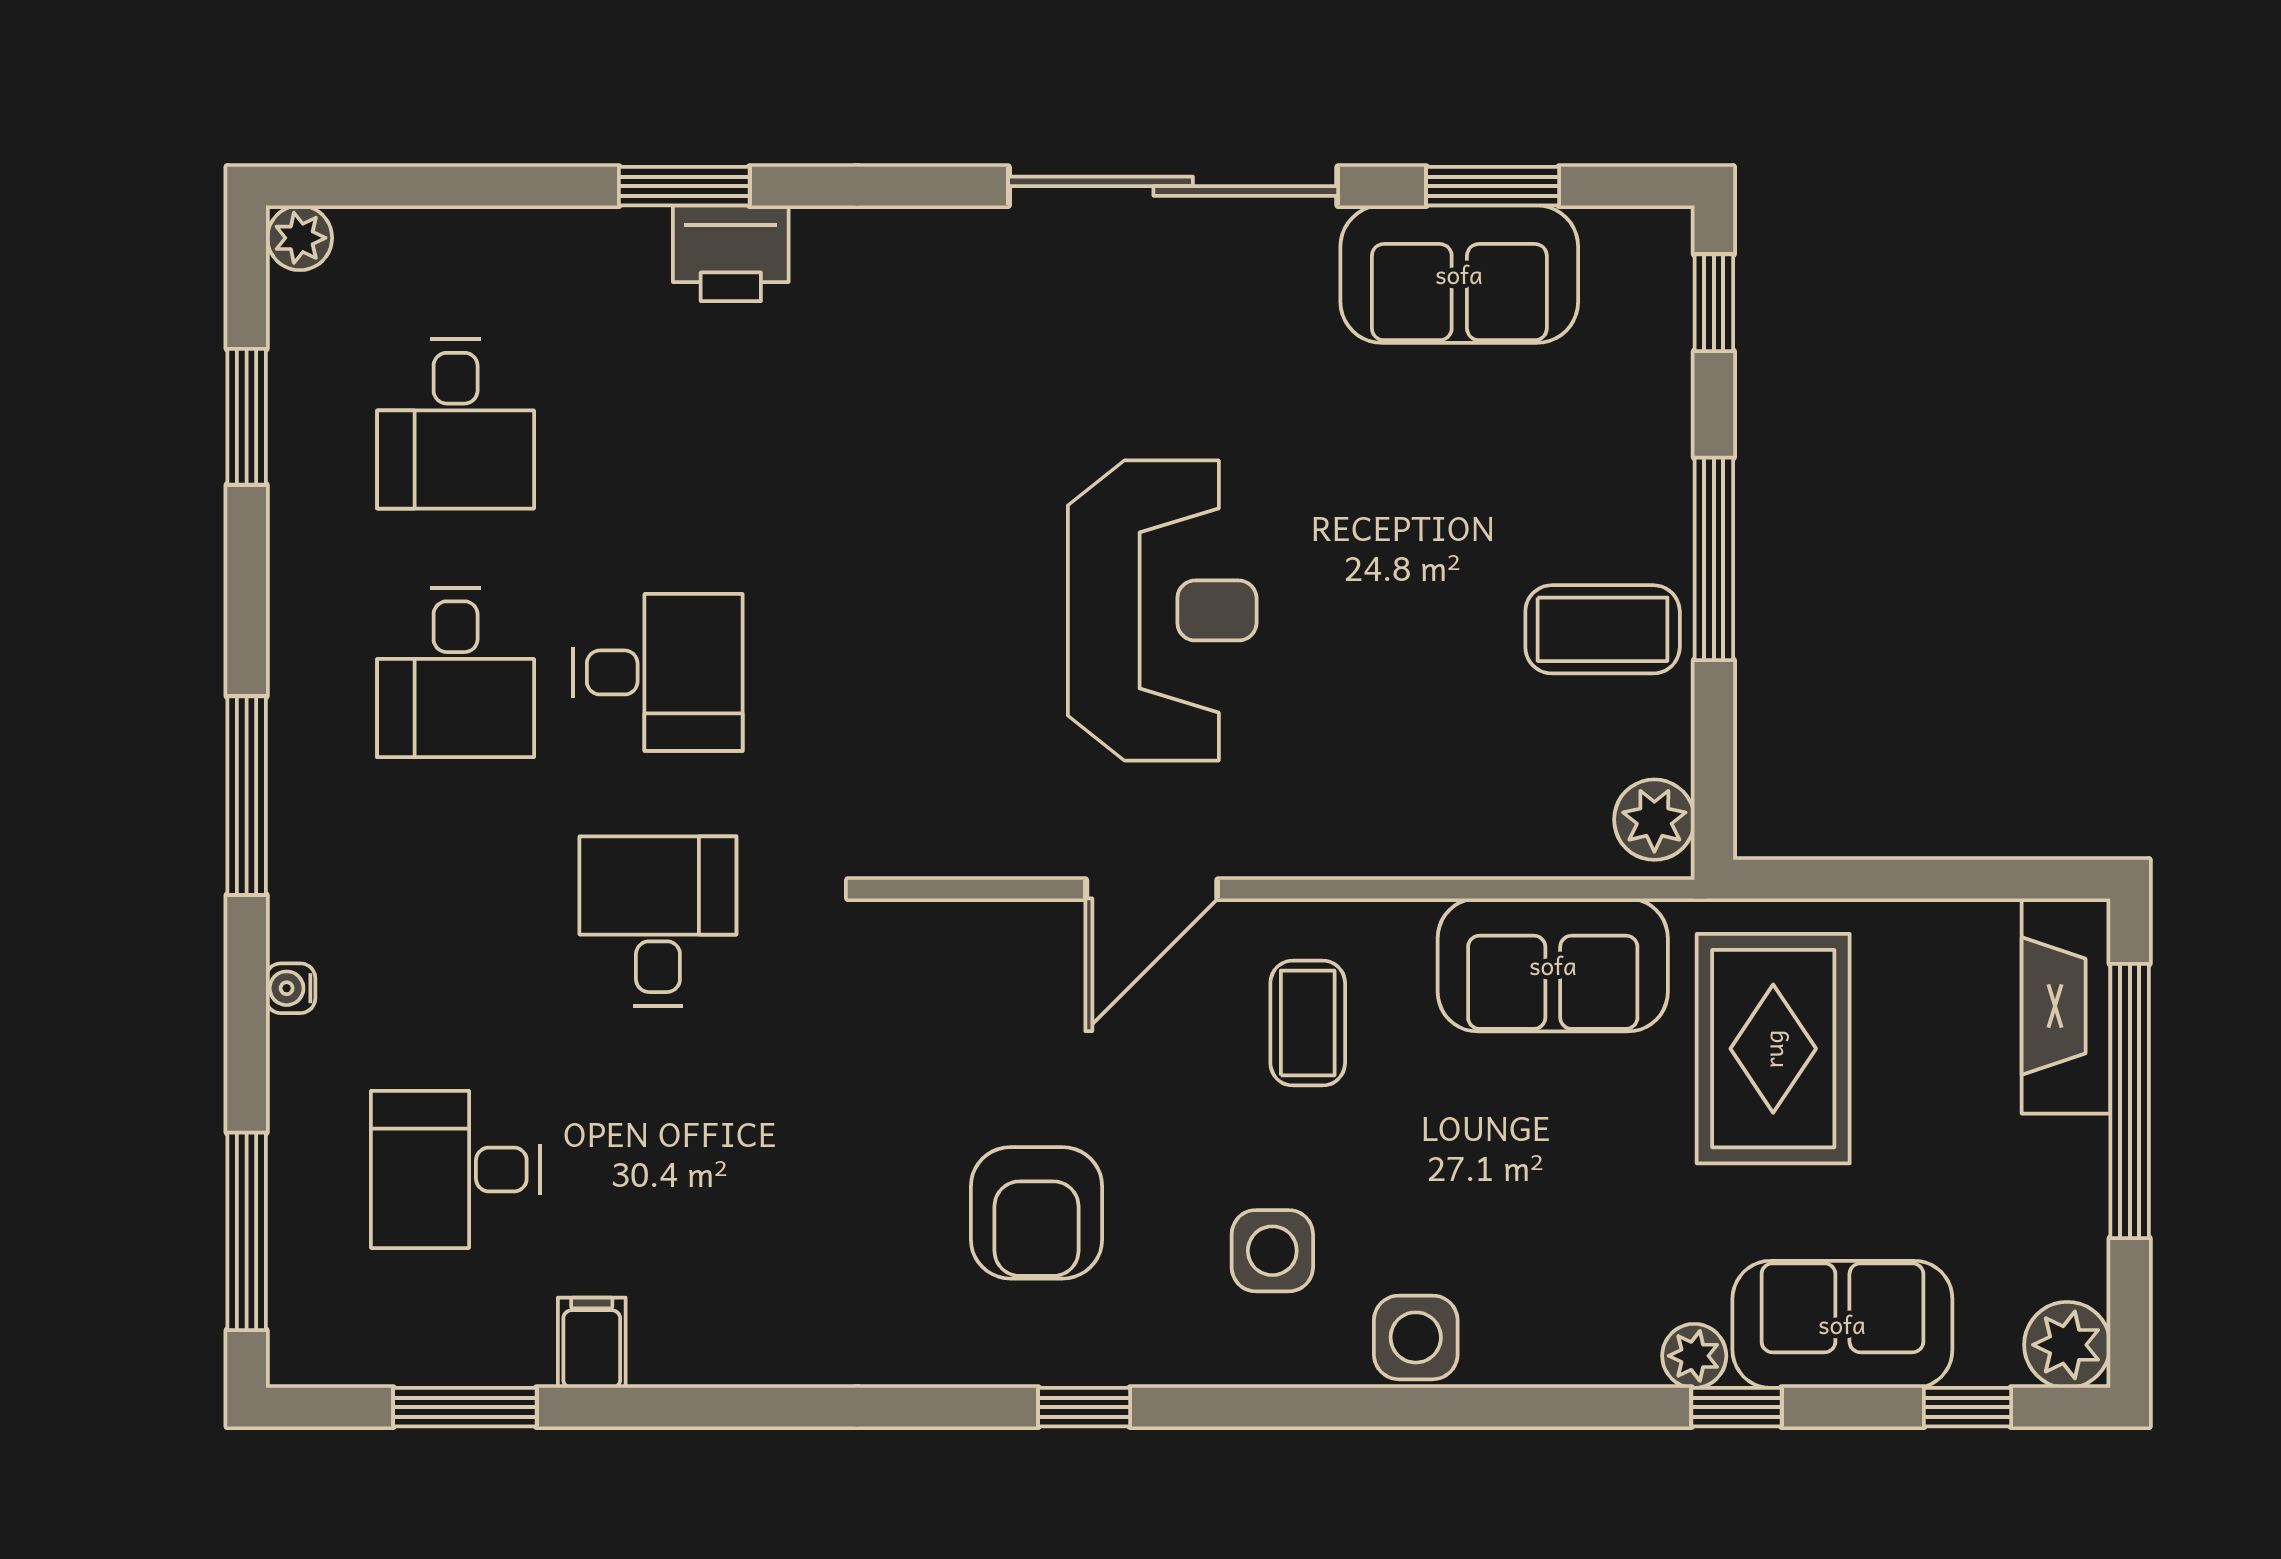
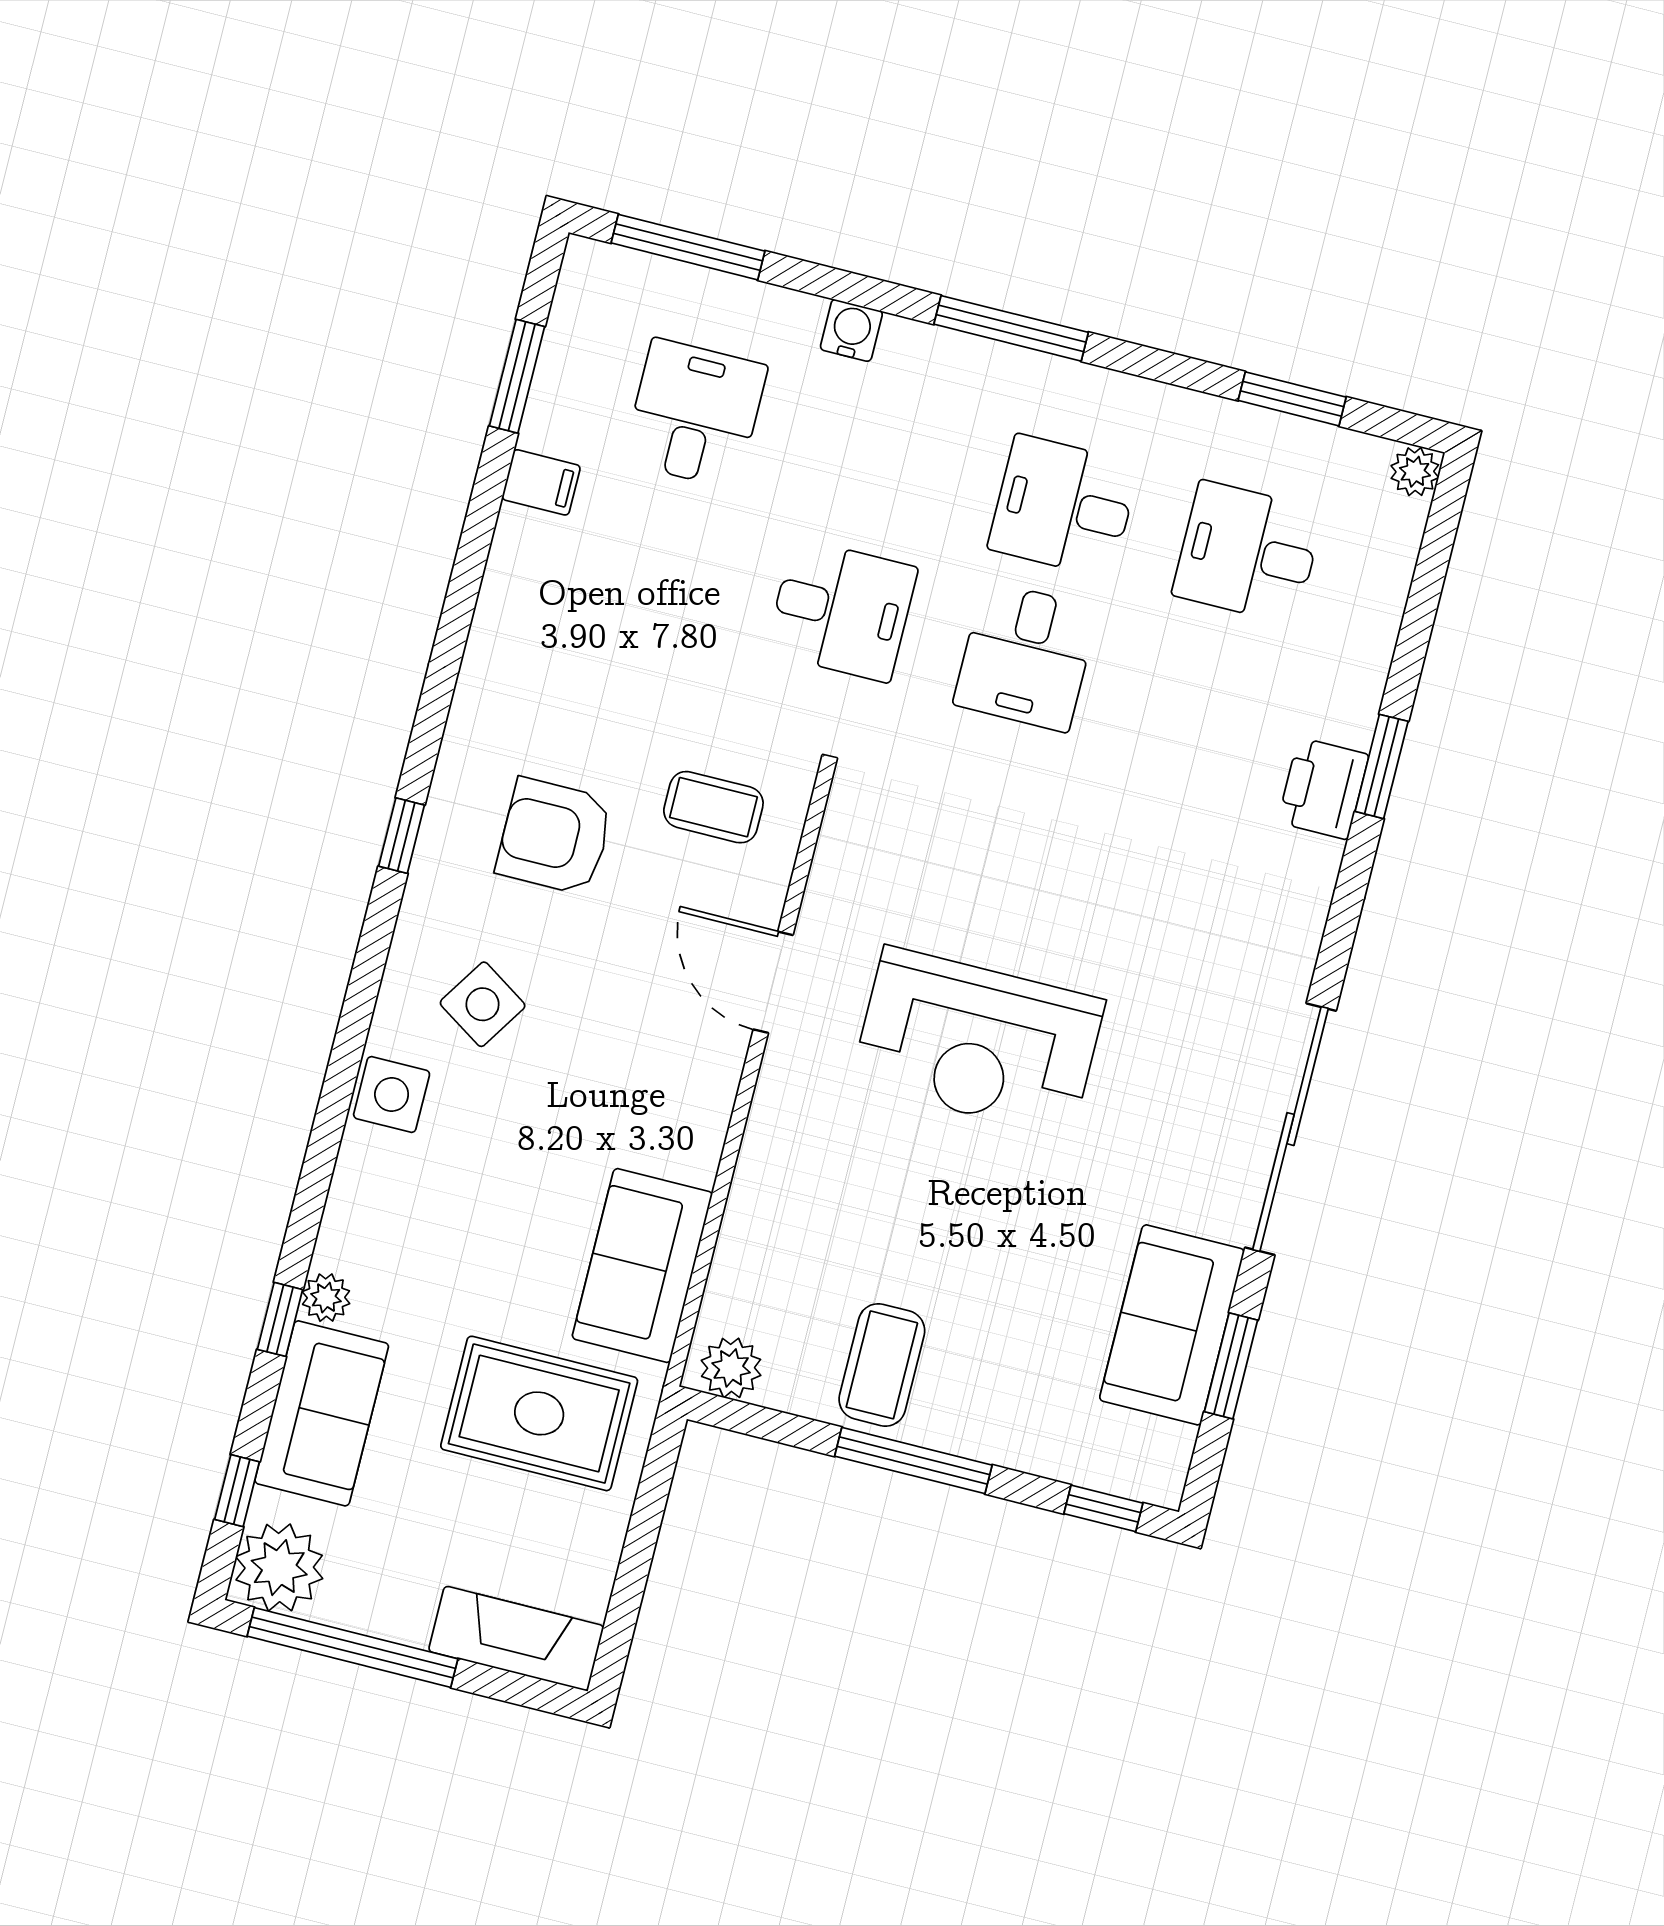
water cooler: (291, 988) -> (851, 330), width x1.38, depth x1.38
coffee table: (1308, 1023) -> (713, 807), moved
window: (2130, 1101) -> (353, 1647), moved
side table: (1272, 1251) -> (483, 1004), turned 33
plant: (2067, 1345) -> (279, 1568), width x1.36, depth x1.36

